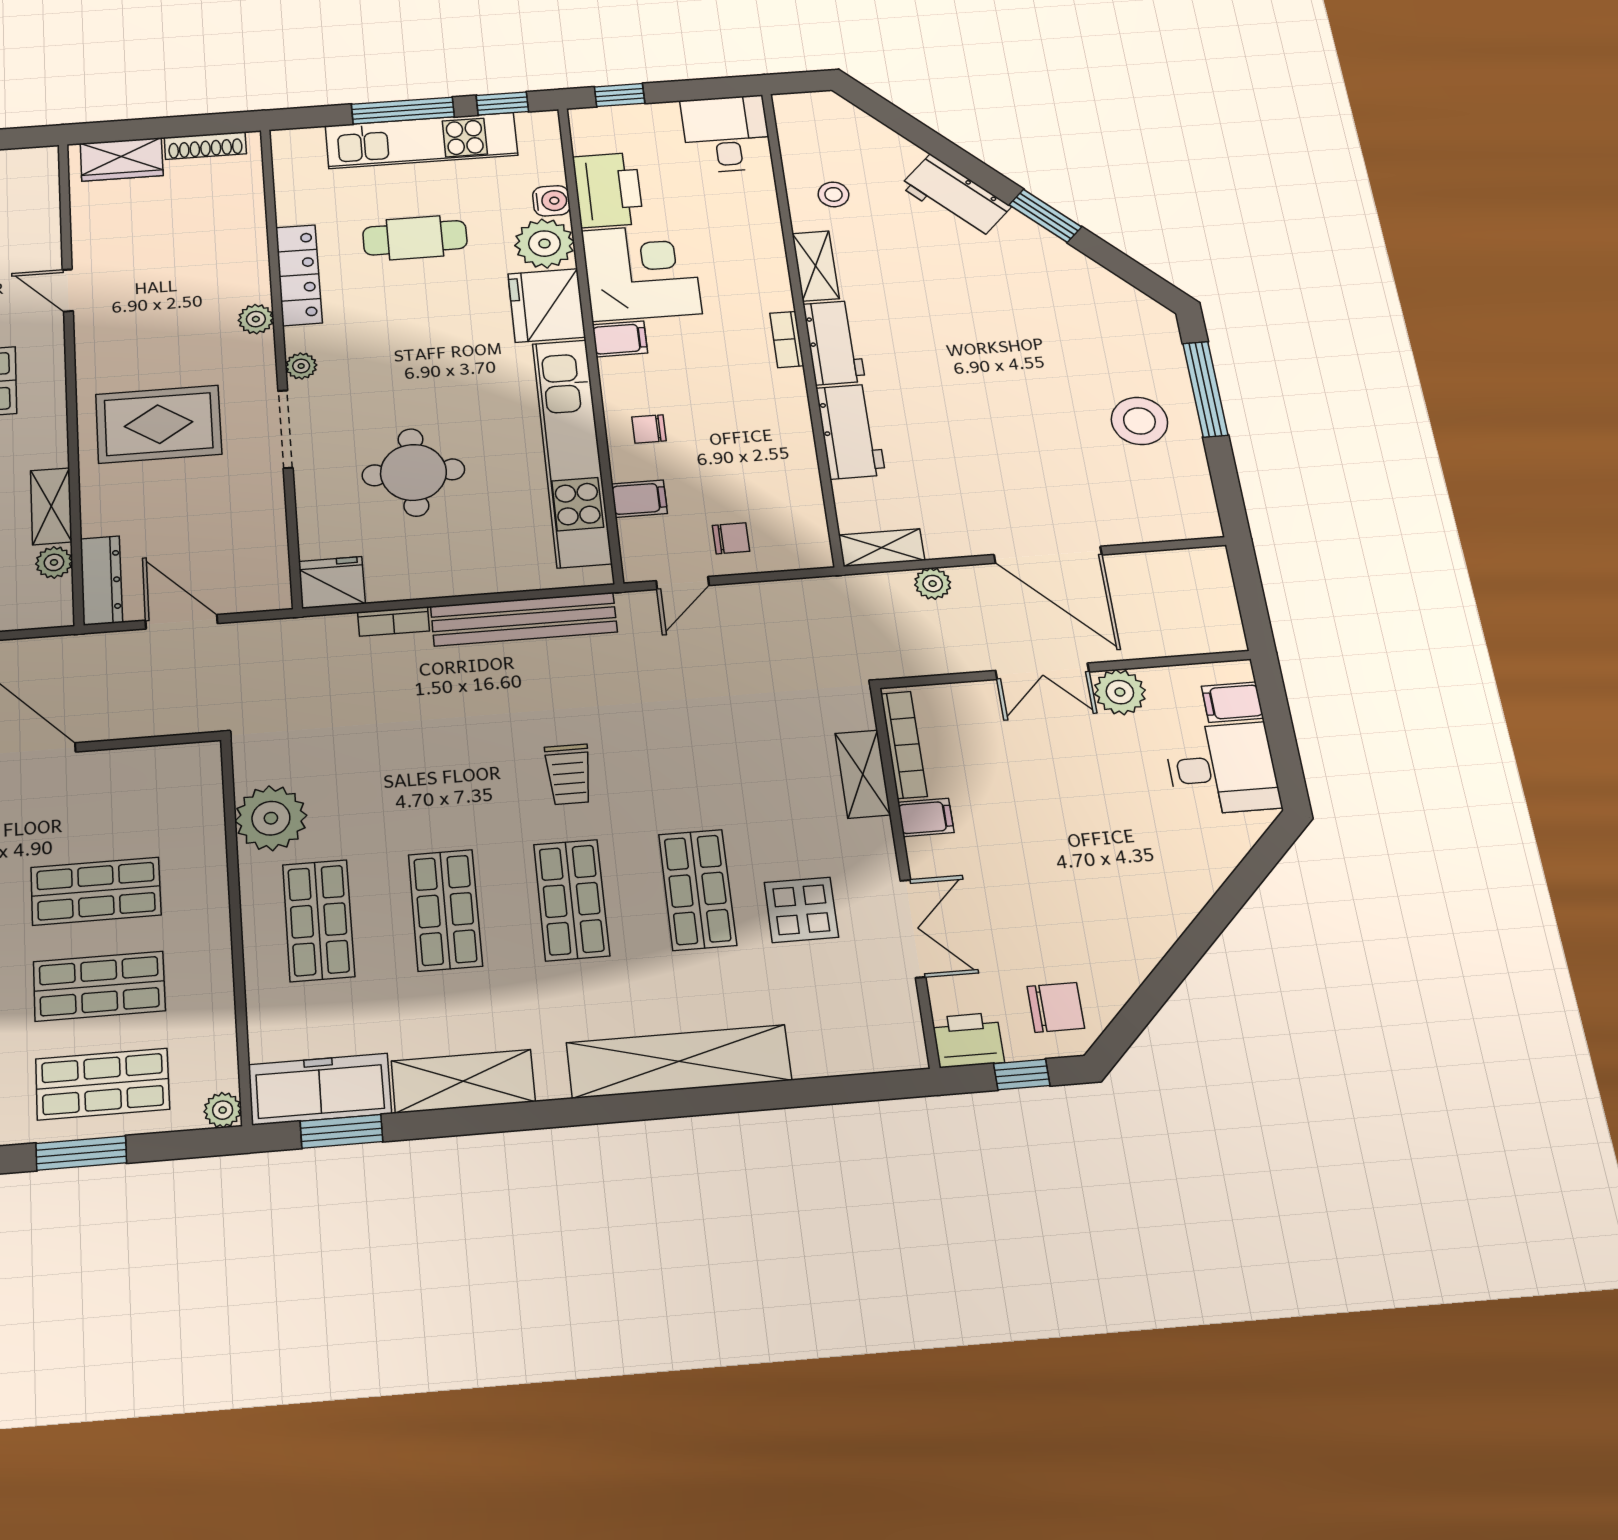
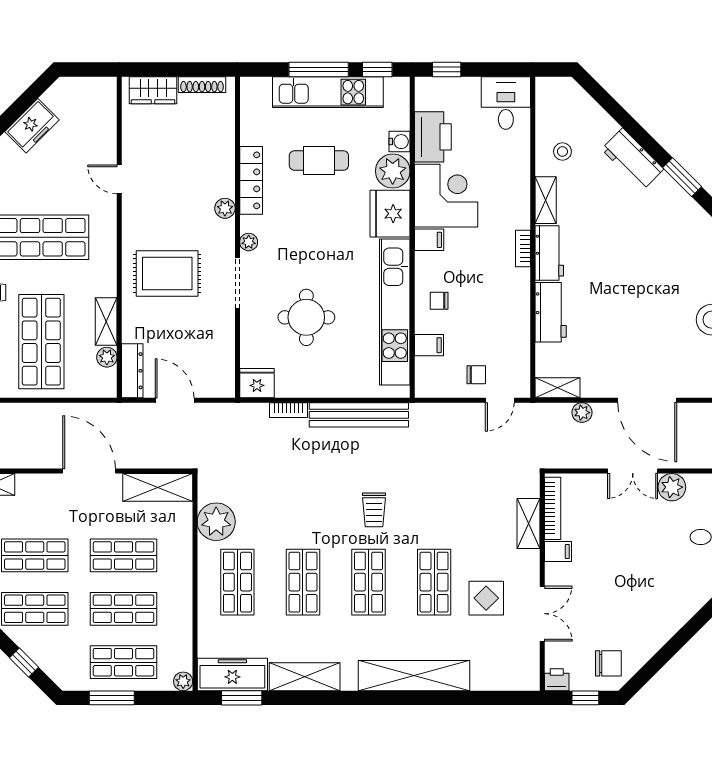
door: (683, 583) -> (500, 400), moved
shelving: (157, 769) -> (158, 487), added
printer: (968, 1040) -> (557, 680), width x0.73, depth x0.81

